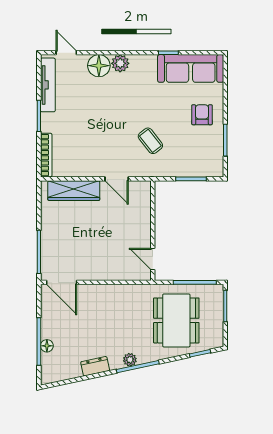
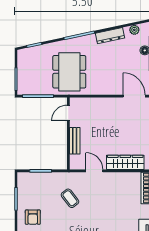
bench: (144, 221) -> (75, 141), added
door: (153, 259) -> (68, 113), swing flipped
dining table: (176, 320) -> (69, 72), moved
plant: (130, 360) -> (134, 30), moved
dresser: (95, 366) -> (110, 36), width x1.44

